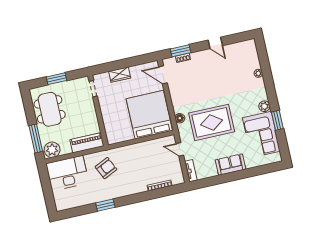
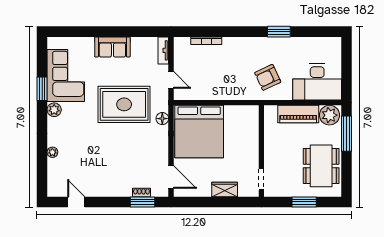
door: (215, 43) -> (76, 202), moved
piano: (87, 143) -> (298, 114), moved

